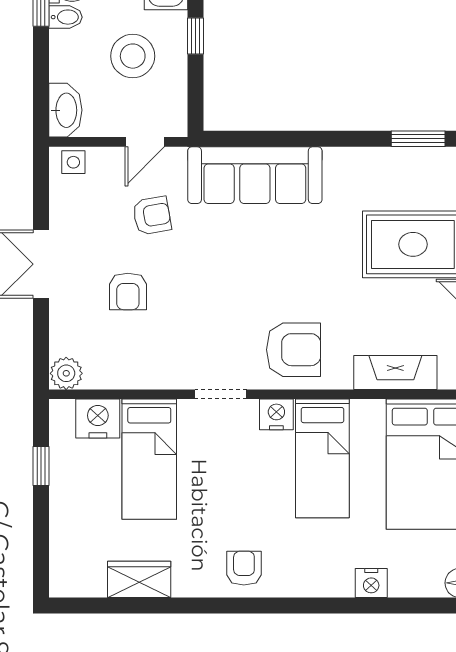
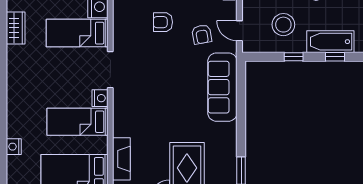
armchair: (294, 350) -> (133, 107), removed
doorway: (221, 394) -> (110, 70), width x1.38
armchair: (244, 568) -> (21, 82), removed

